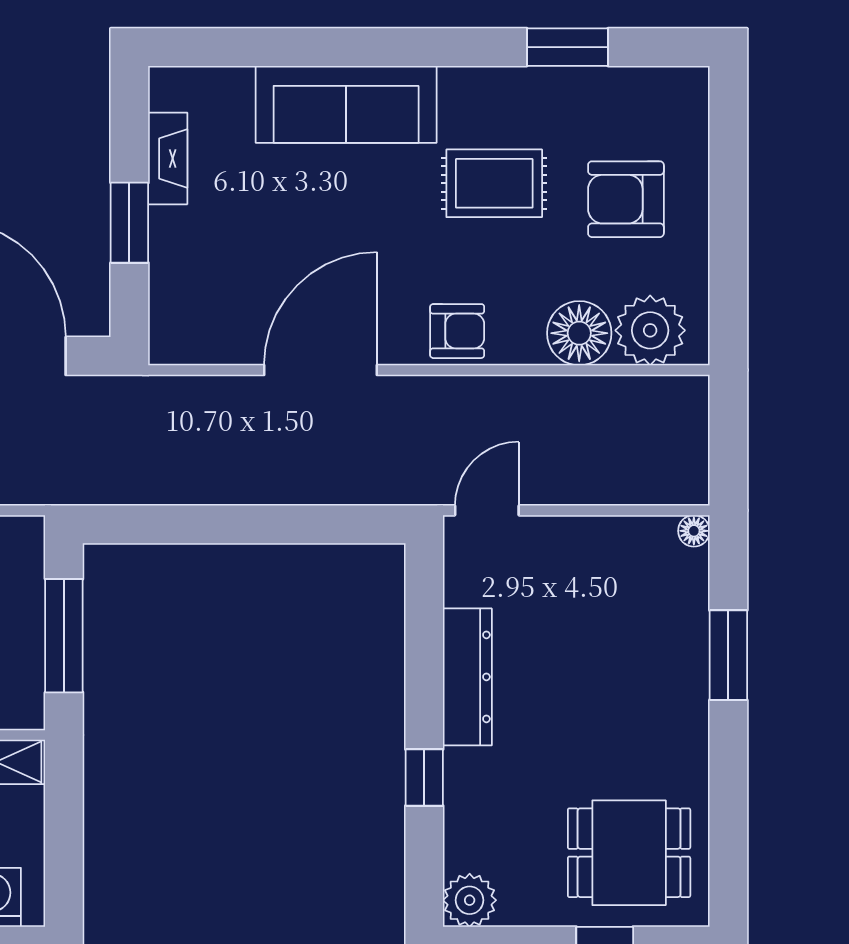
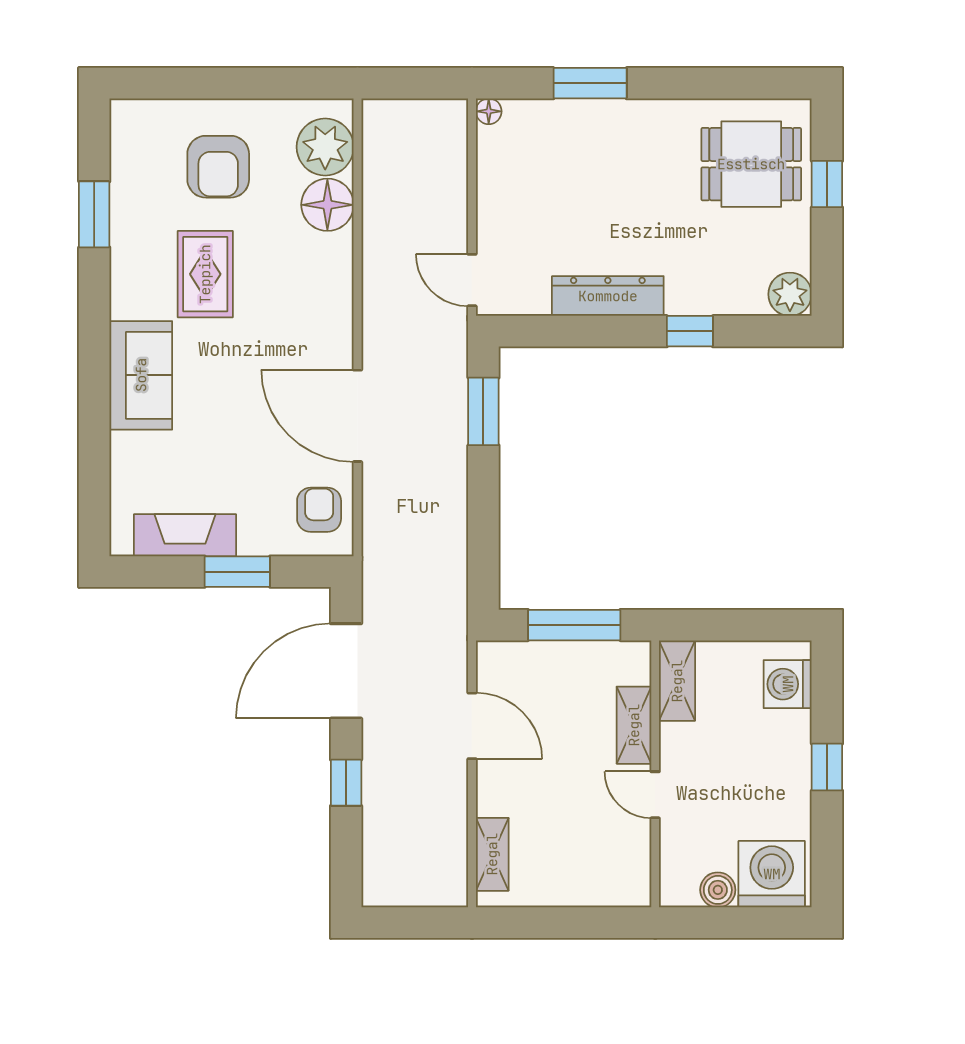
sofa: (346, 104) -> (141, 375), width x0.73
fireplace: (168, 158) -> (185, 535), width x1.37, depth x1.32
armchair: (457, 331) -> (319, 510), moved
window: (326, 524) -> (483, 411), added
dining table: (629, 853) -> (751, 164), turned 90

